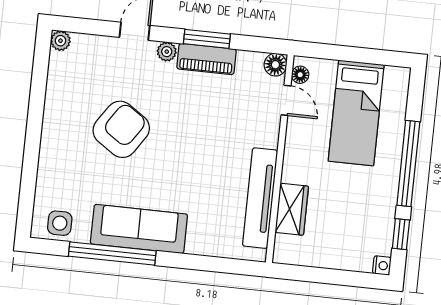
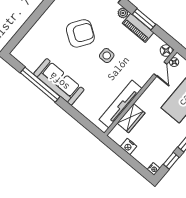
side table: (60, 223) -> (107, 56), moved
nightstand: (318, 257) -> (129, 146), added

